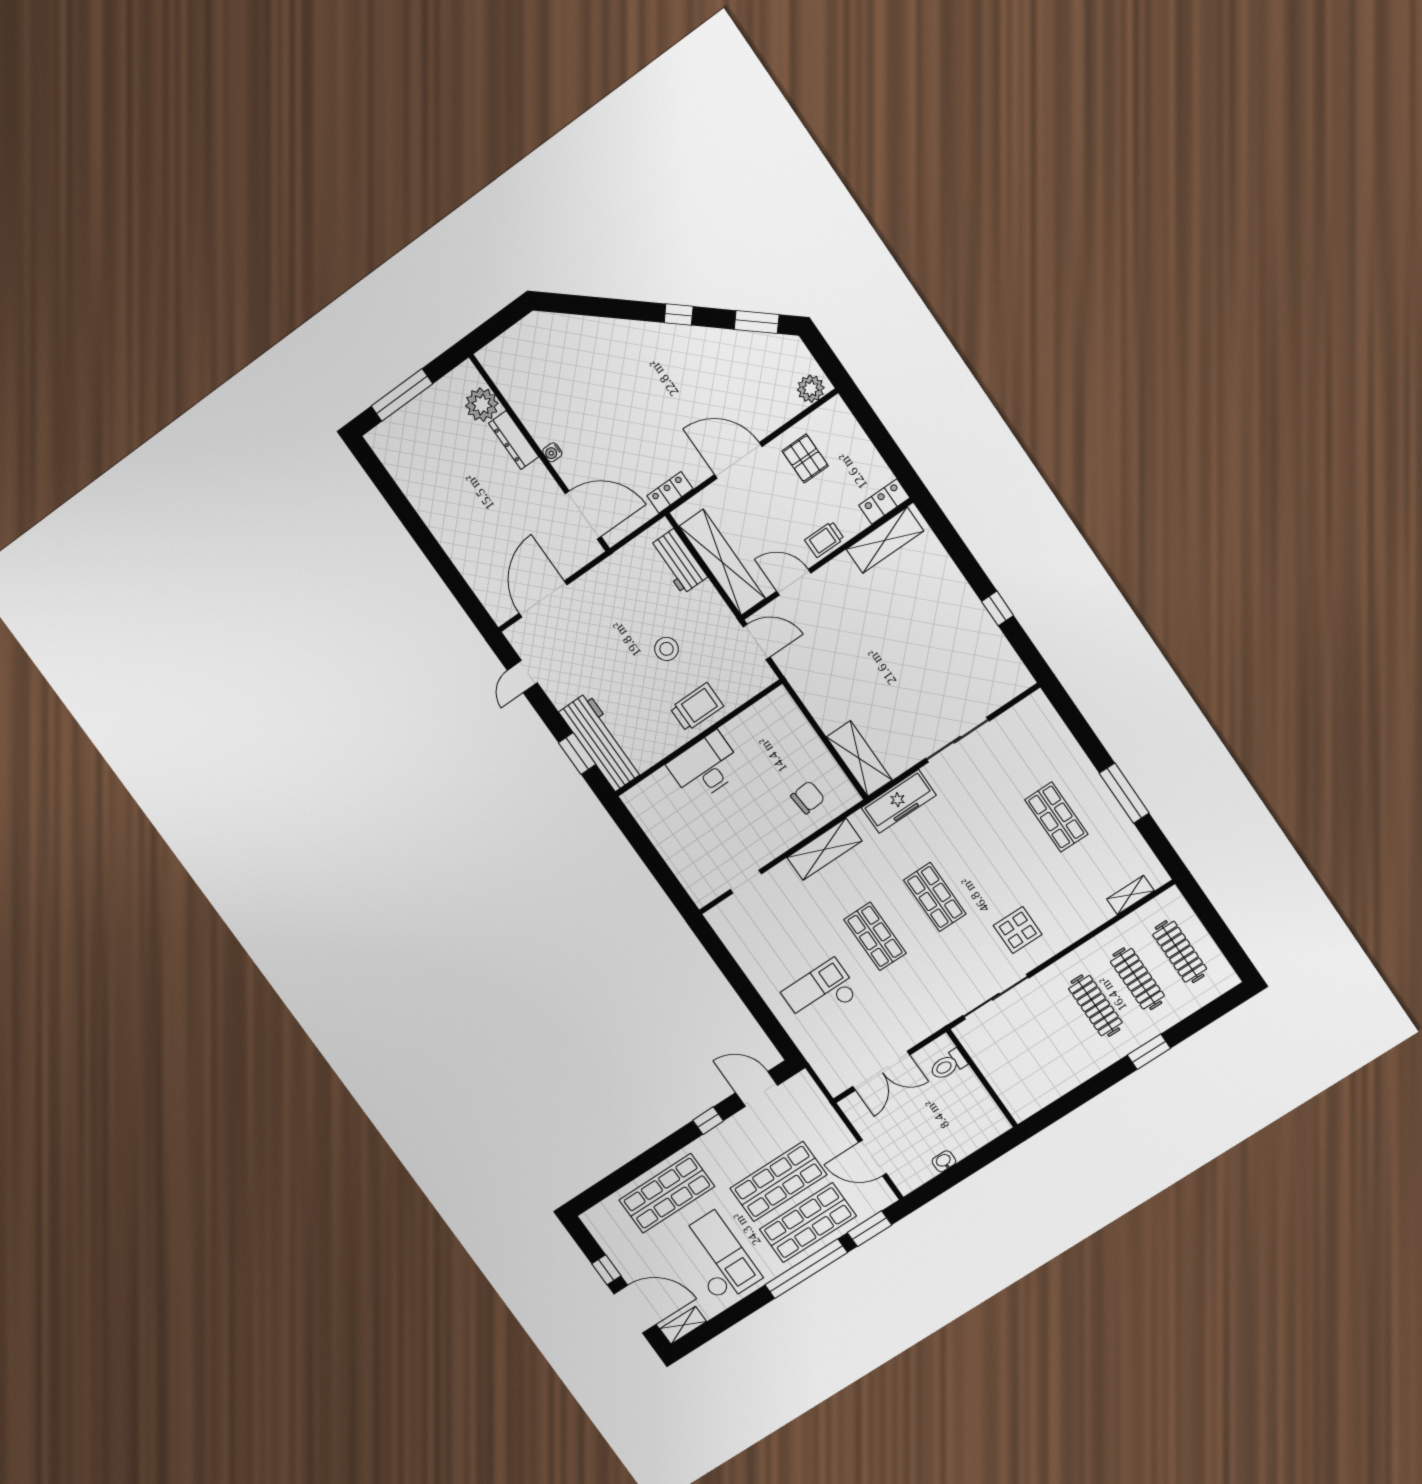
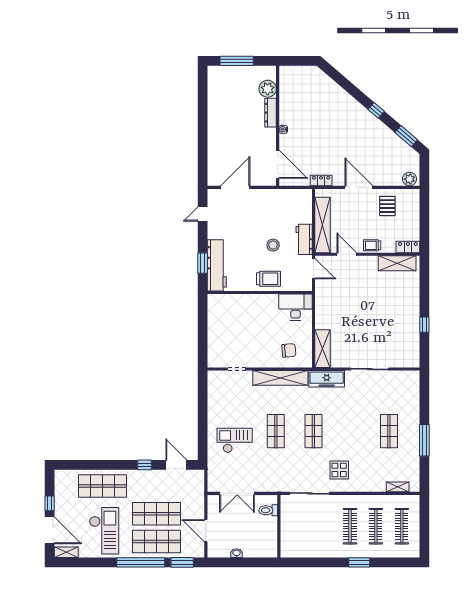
workbench: (678, 562) -> (304, 239), moved
desk: (705, 767) -> (295, 307), moved
shelving: (824, 849) -> (280, 378), width x1.47

